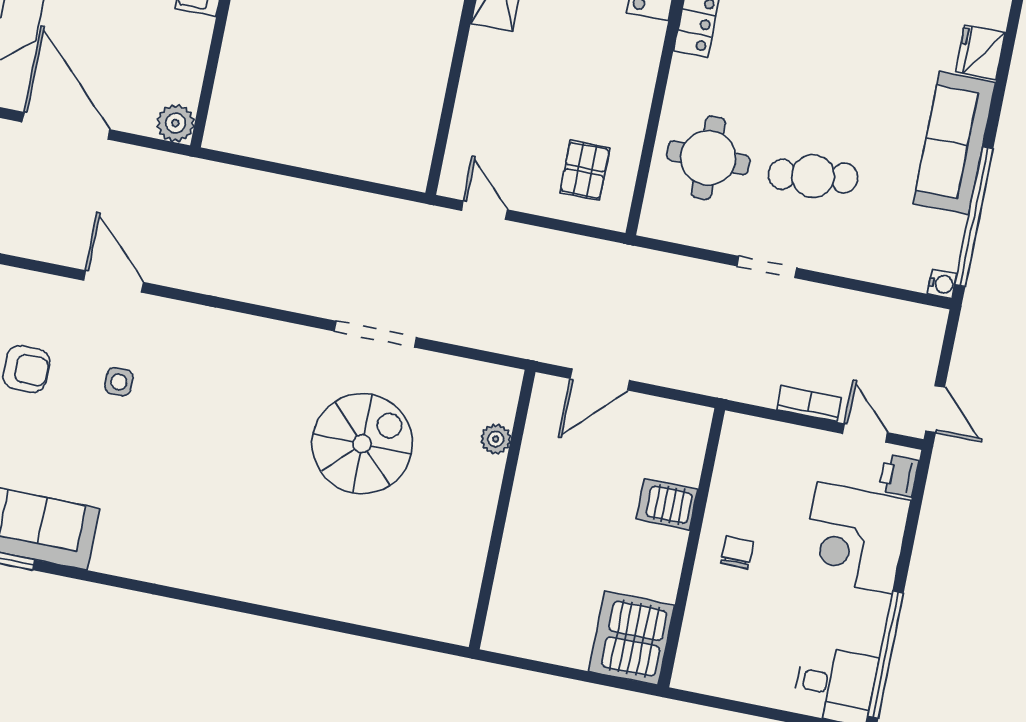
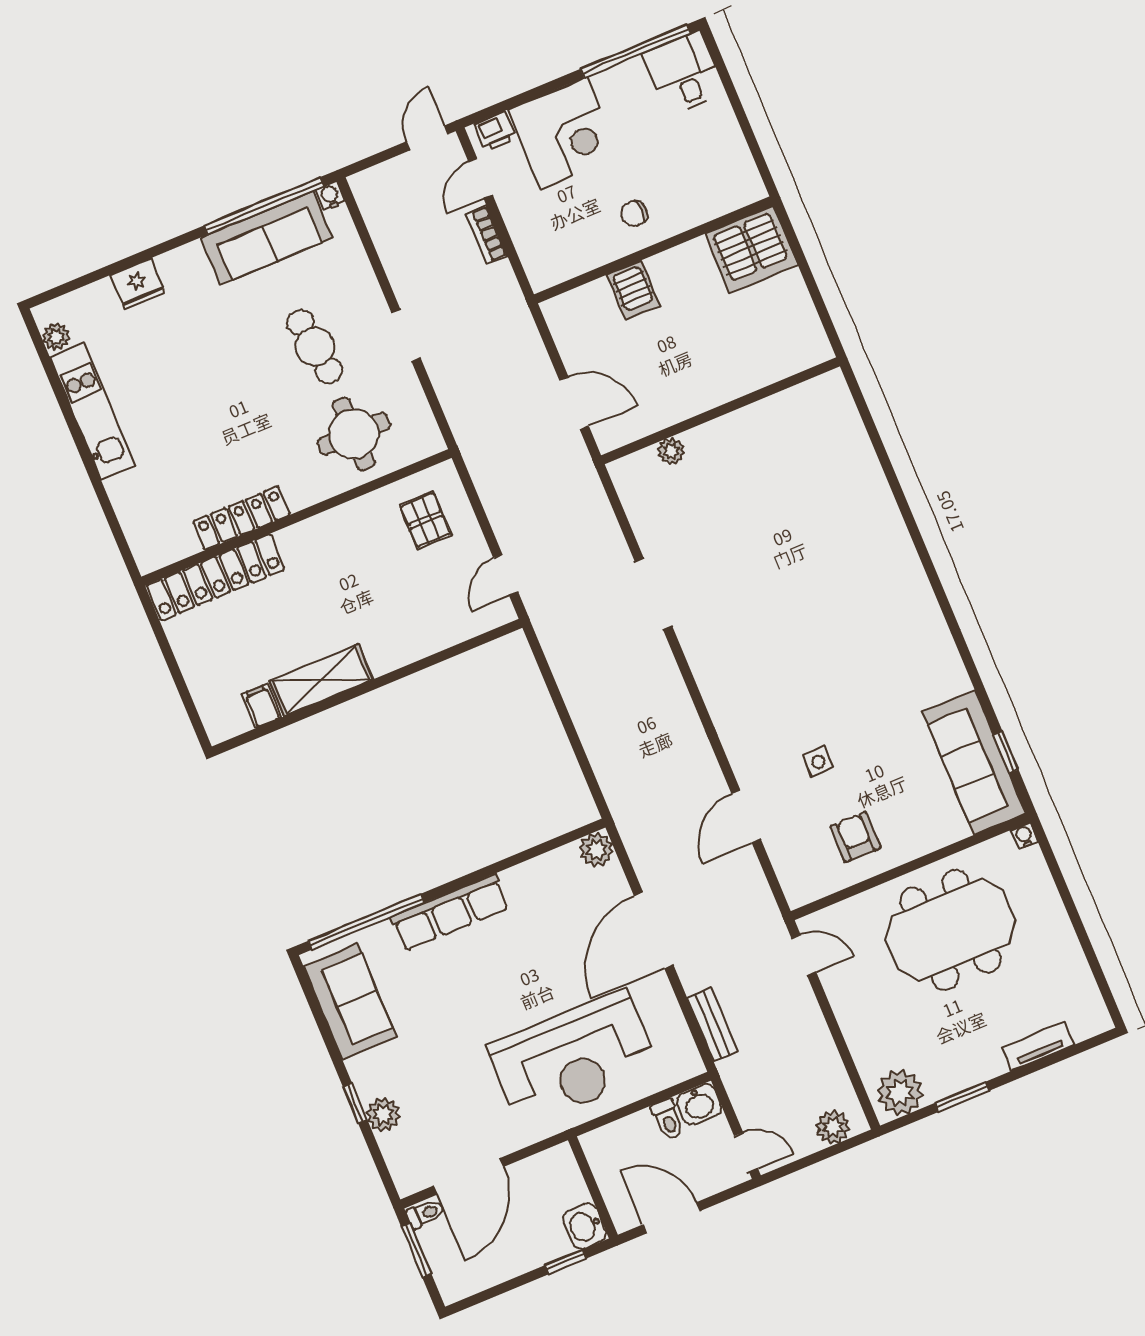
sofa: (954, 143) -> (267, 238), moved
pallet: (585, 170) -> (425, 520), turned 90
spiral stairs: (362, 444) -> (742, 549), removed

